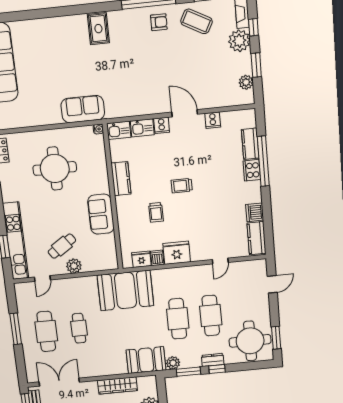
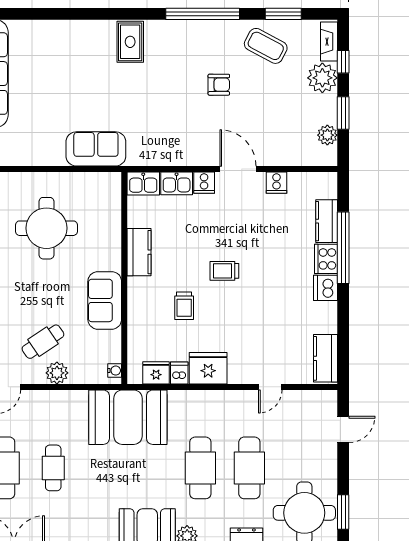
armchair: (159, 22) -> (219, 85), moved
water cooler: (98, 129) -> (115, 371), moved
dishwasher: (255, 212) -> (325, 288), moved

